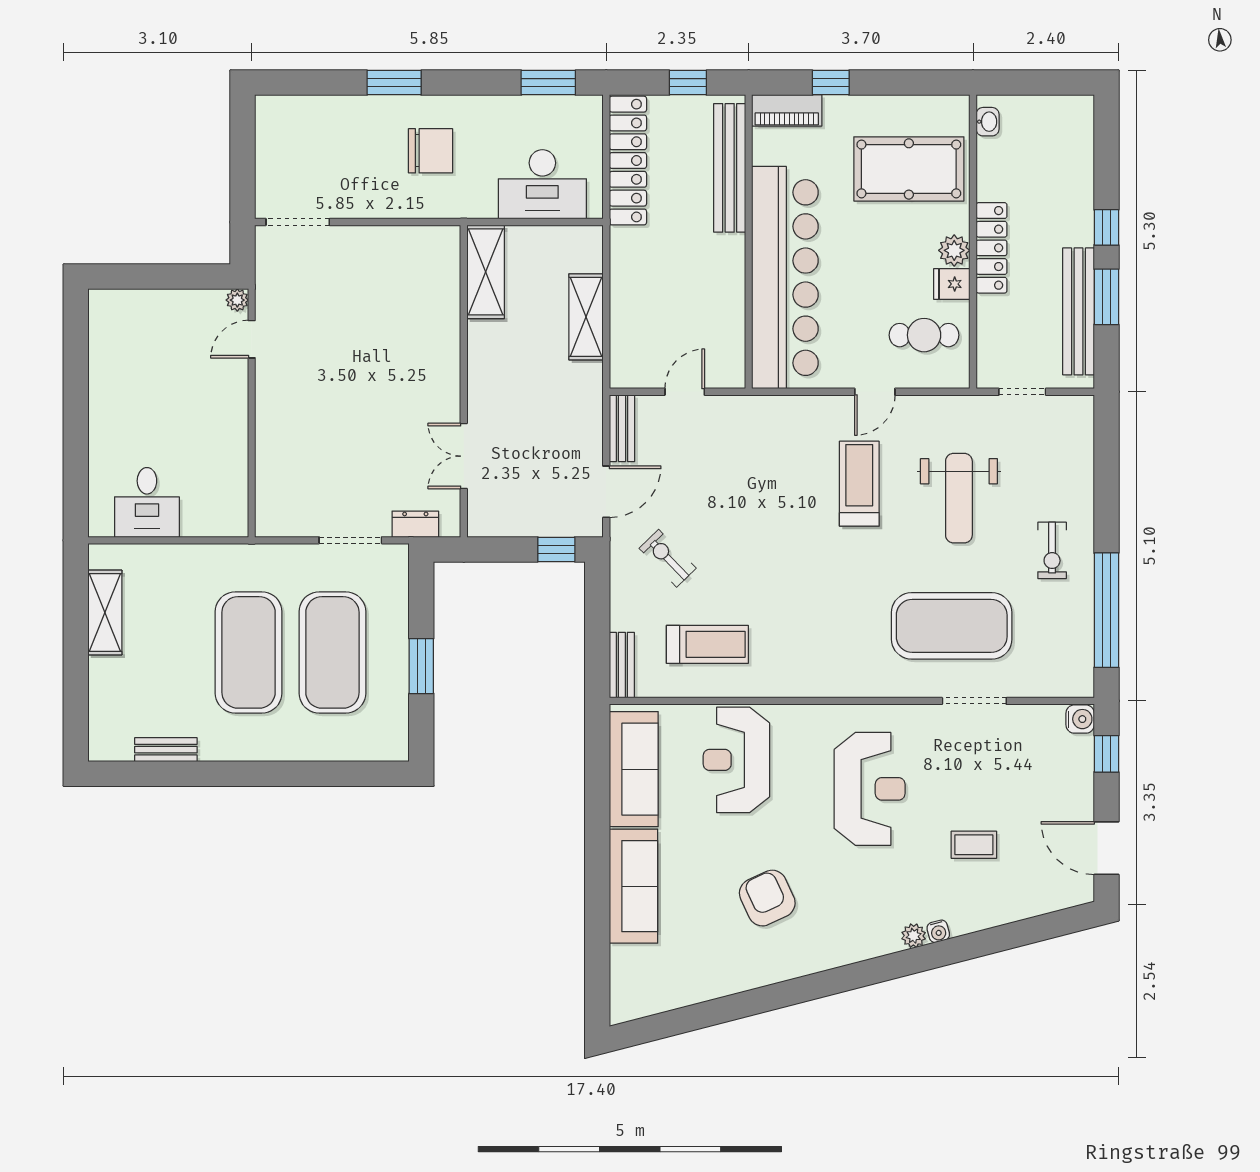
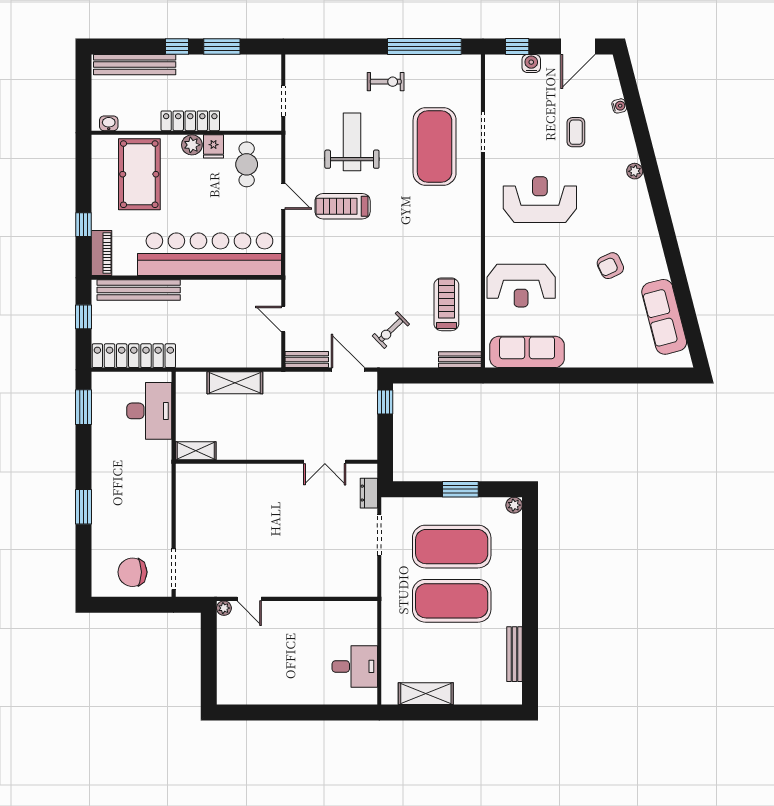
chair: (430, 151) -> (132, 572), moved, turned -90
shelving: (486, 272) -> (196, 451), width x0.67, depth x0.75
bench: (1078, 311) -> (135, 65), moved
weight bench: (959, 498) -> (352, 142), turned -90
water cooler: (1080, 719) -> (531, 64), moved
plant: (397, 749) -> (514, 505), added
bench: (166, 750) -> (514, 654), width x1.36
sofa: (634, 886) -> (664, 317), moved, turned -104
armchair: (767, 898) -> (610, 266), width x0.72, depth x0.72
water cooler: (938, 931) -> (619, 106), moved

